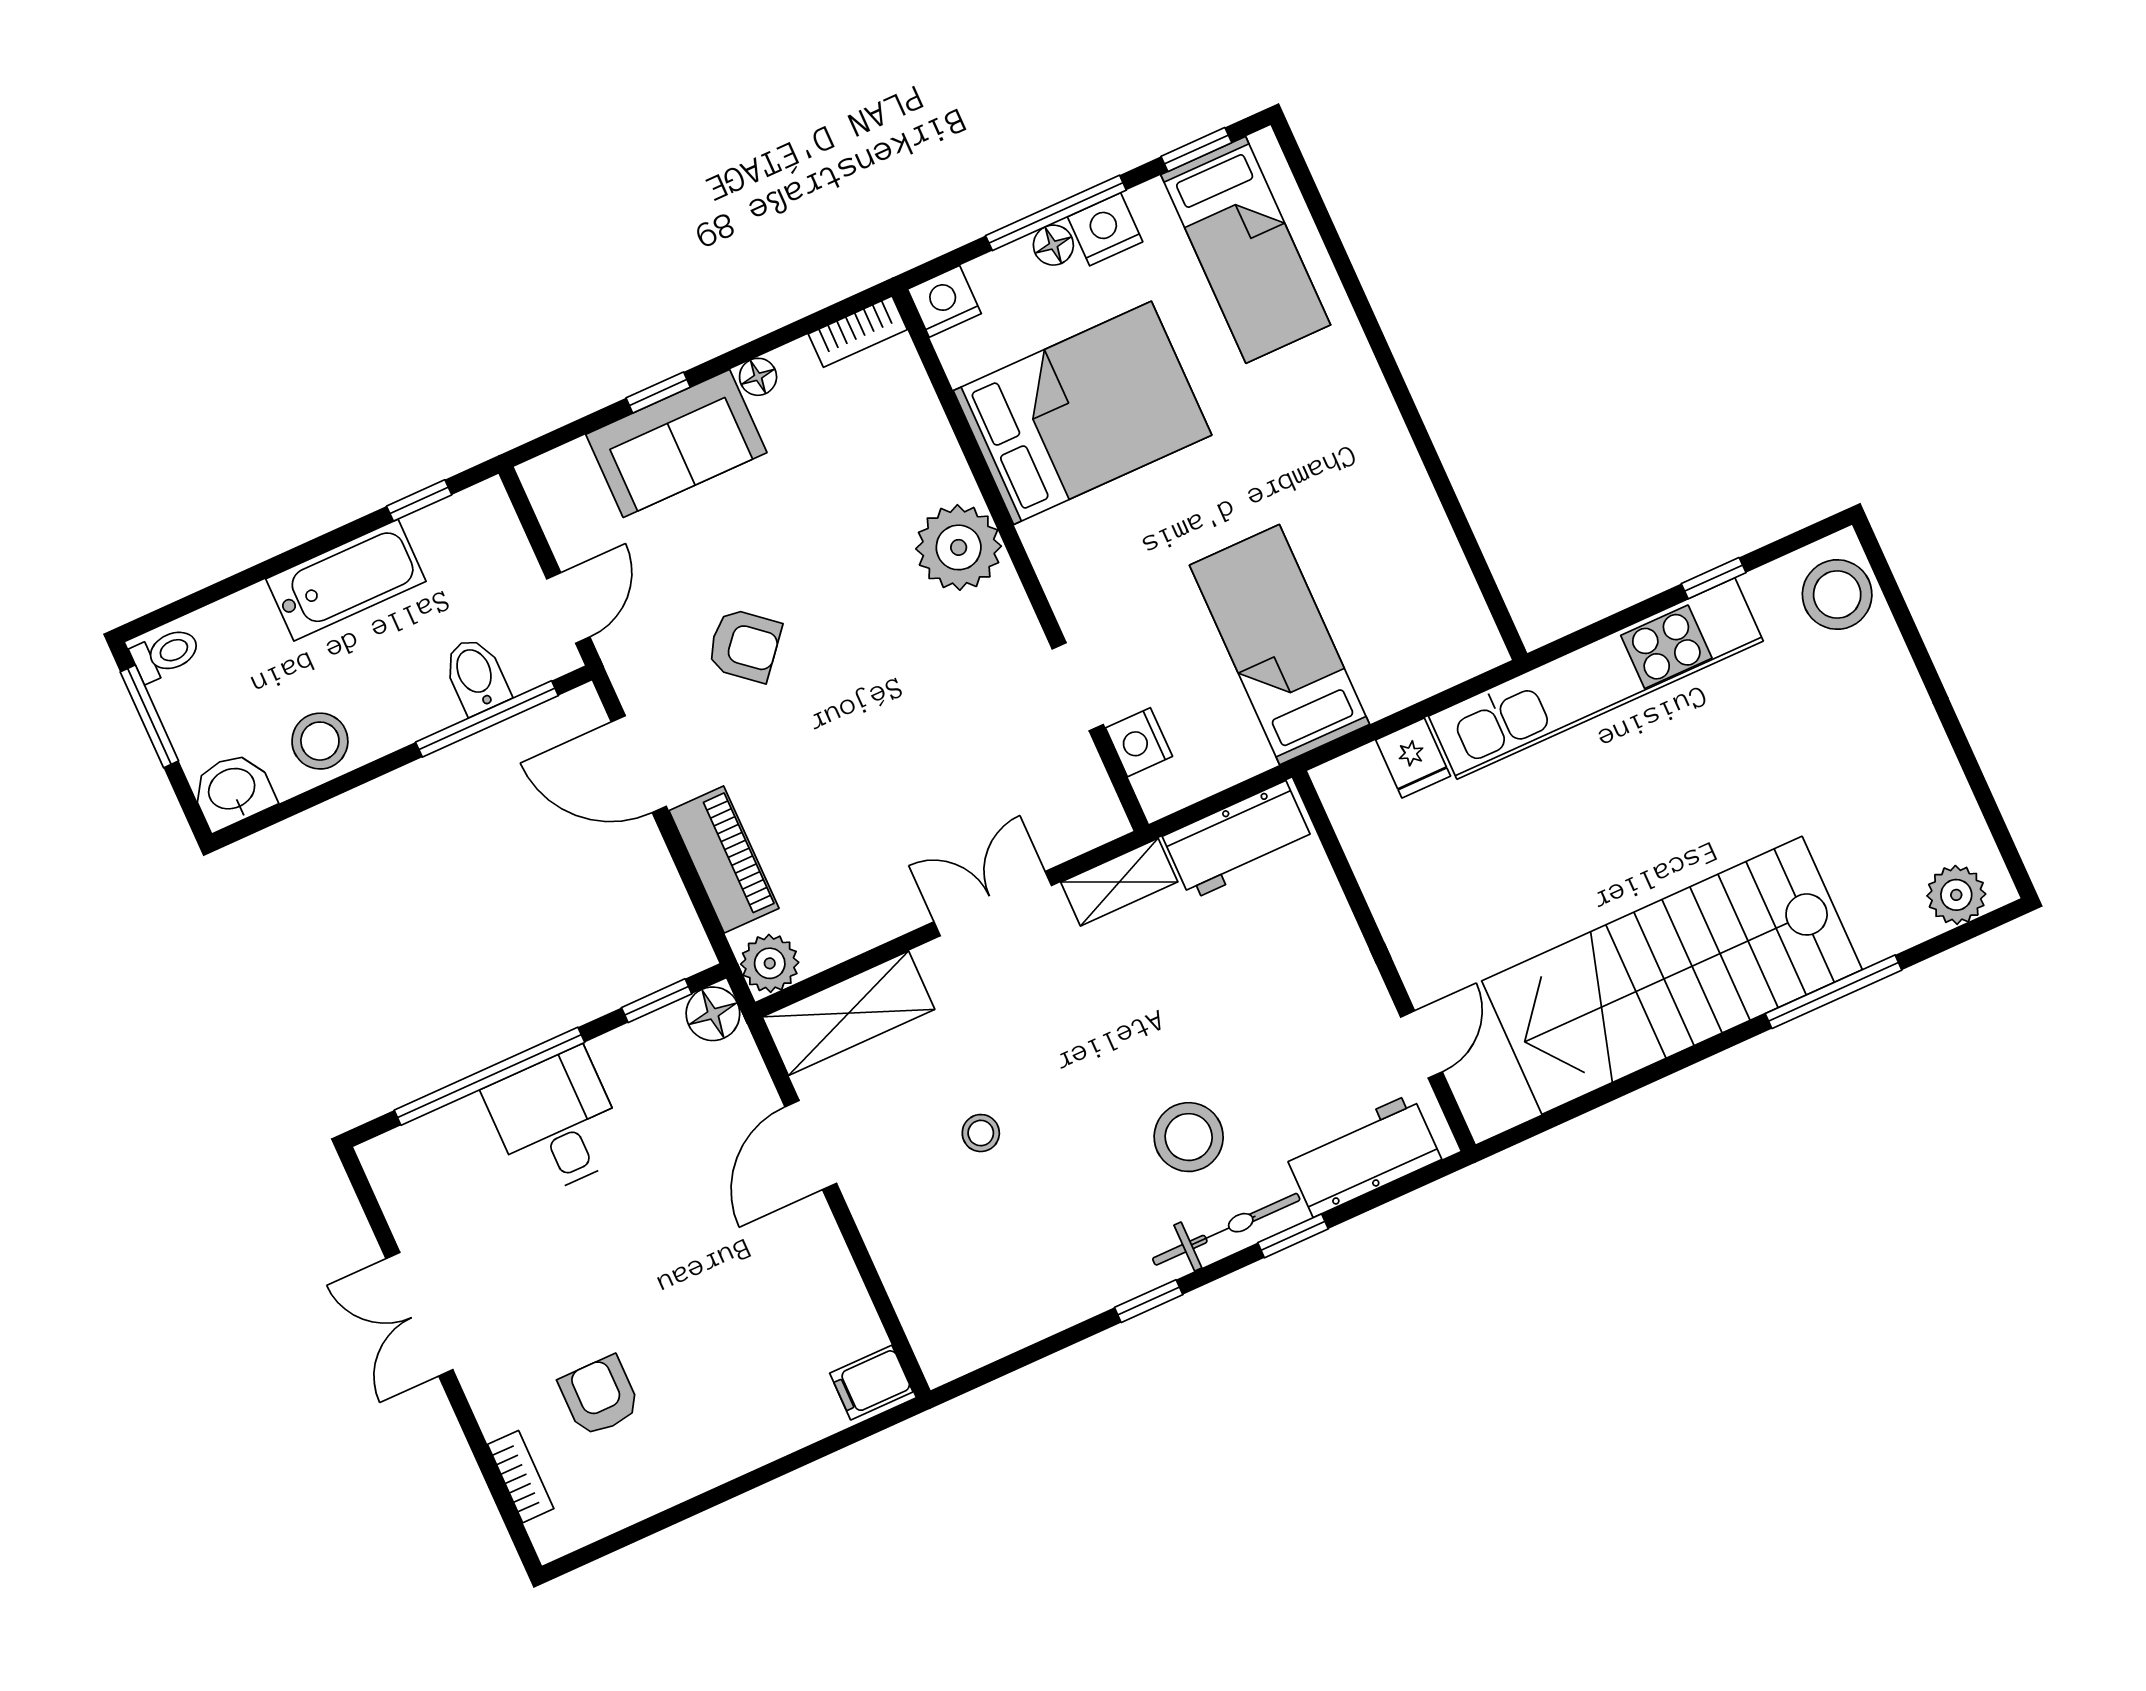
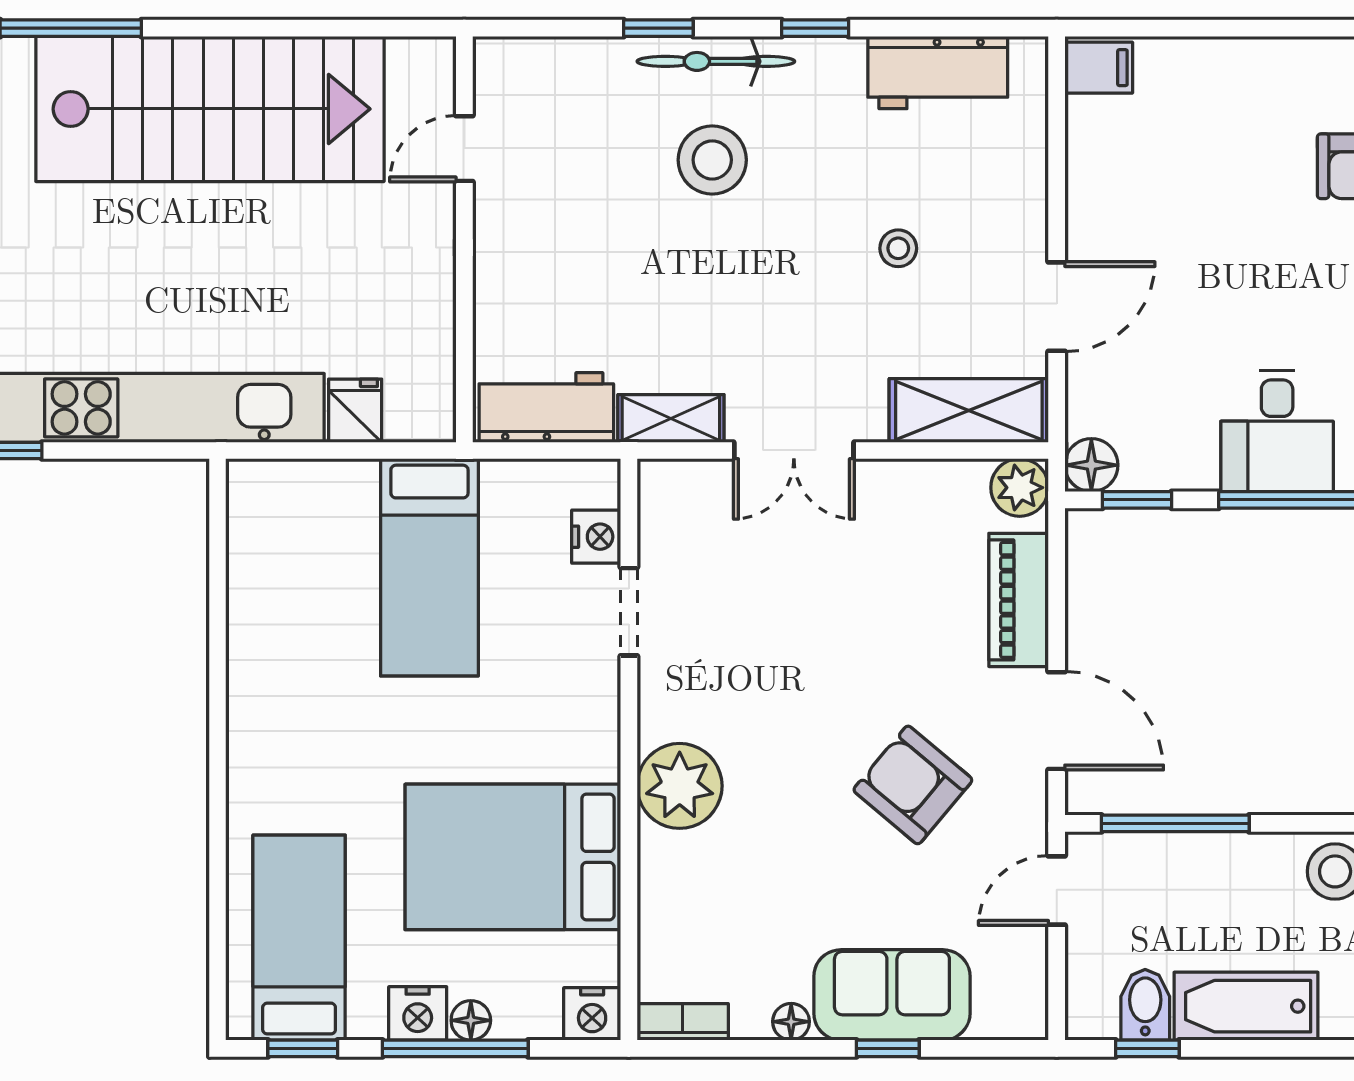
armchair: (744, 645) -> (913, 785), width x1.38, depth x1.38
bidet: (476, 676) -> (1145, 1005), moved, turned 180
workbench: (1363, 1155) -> (938, 73), moved

